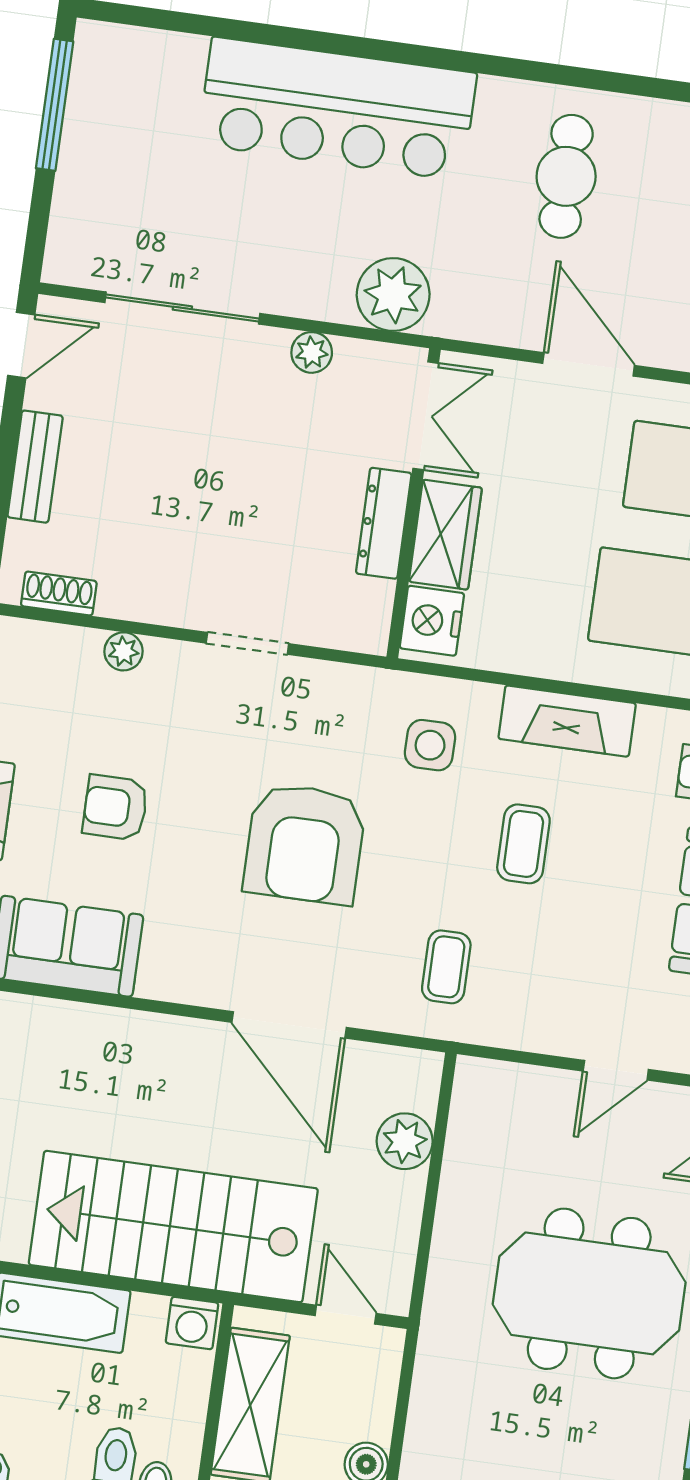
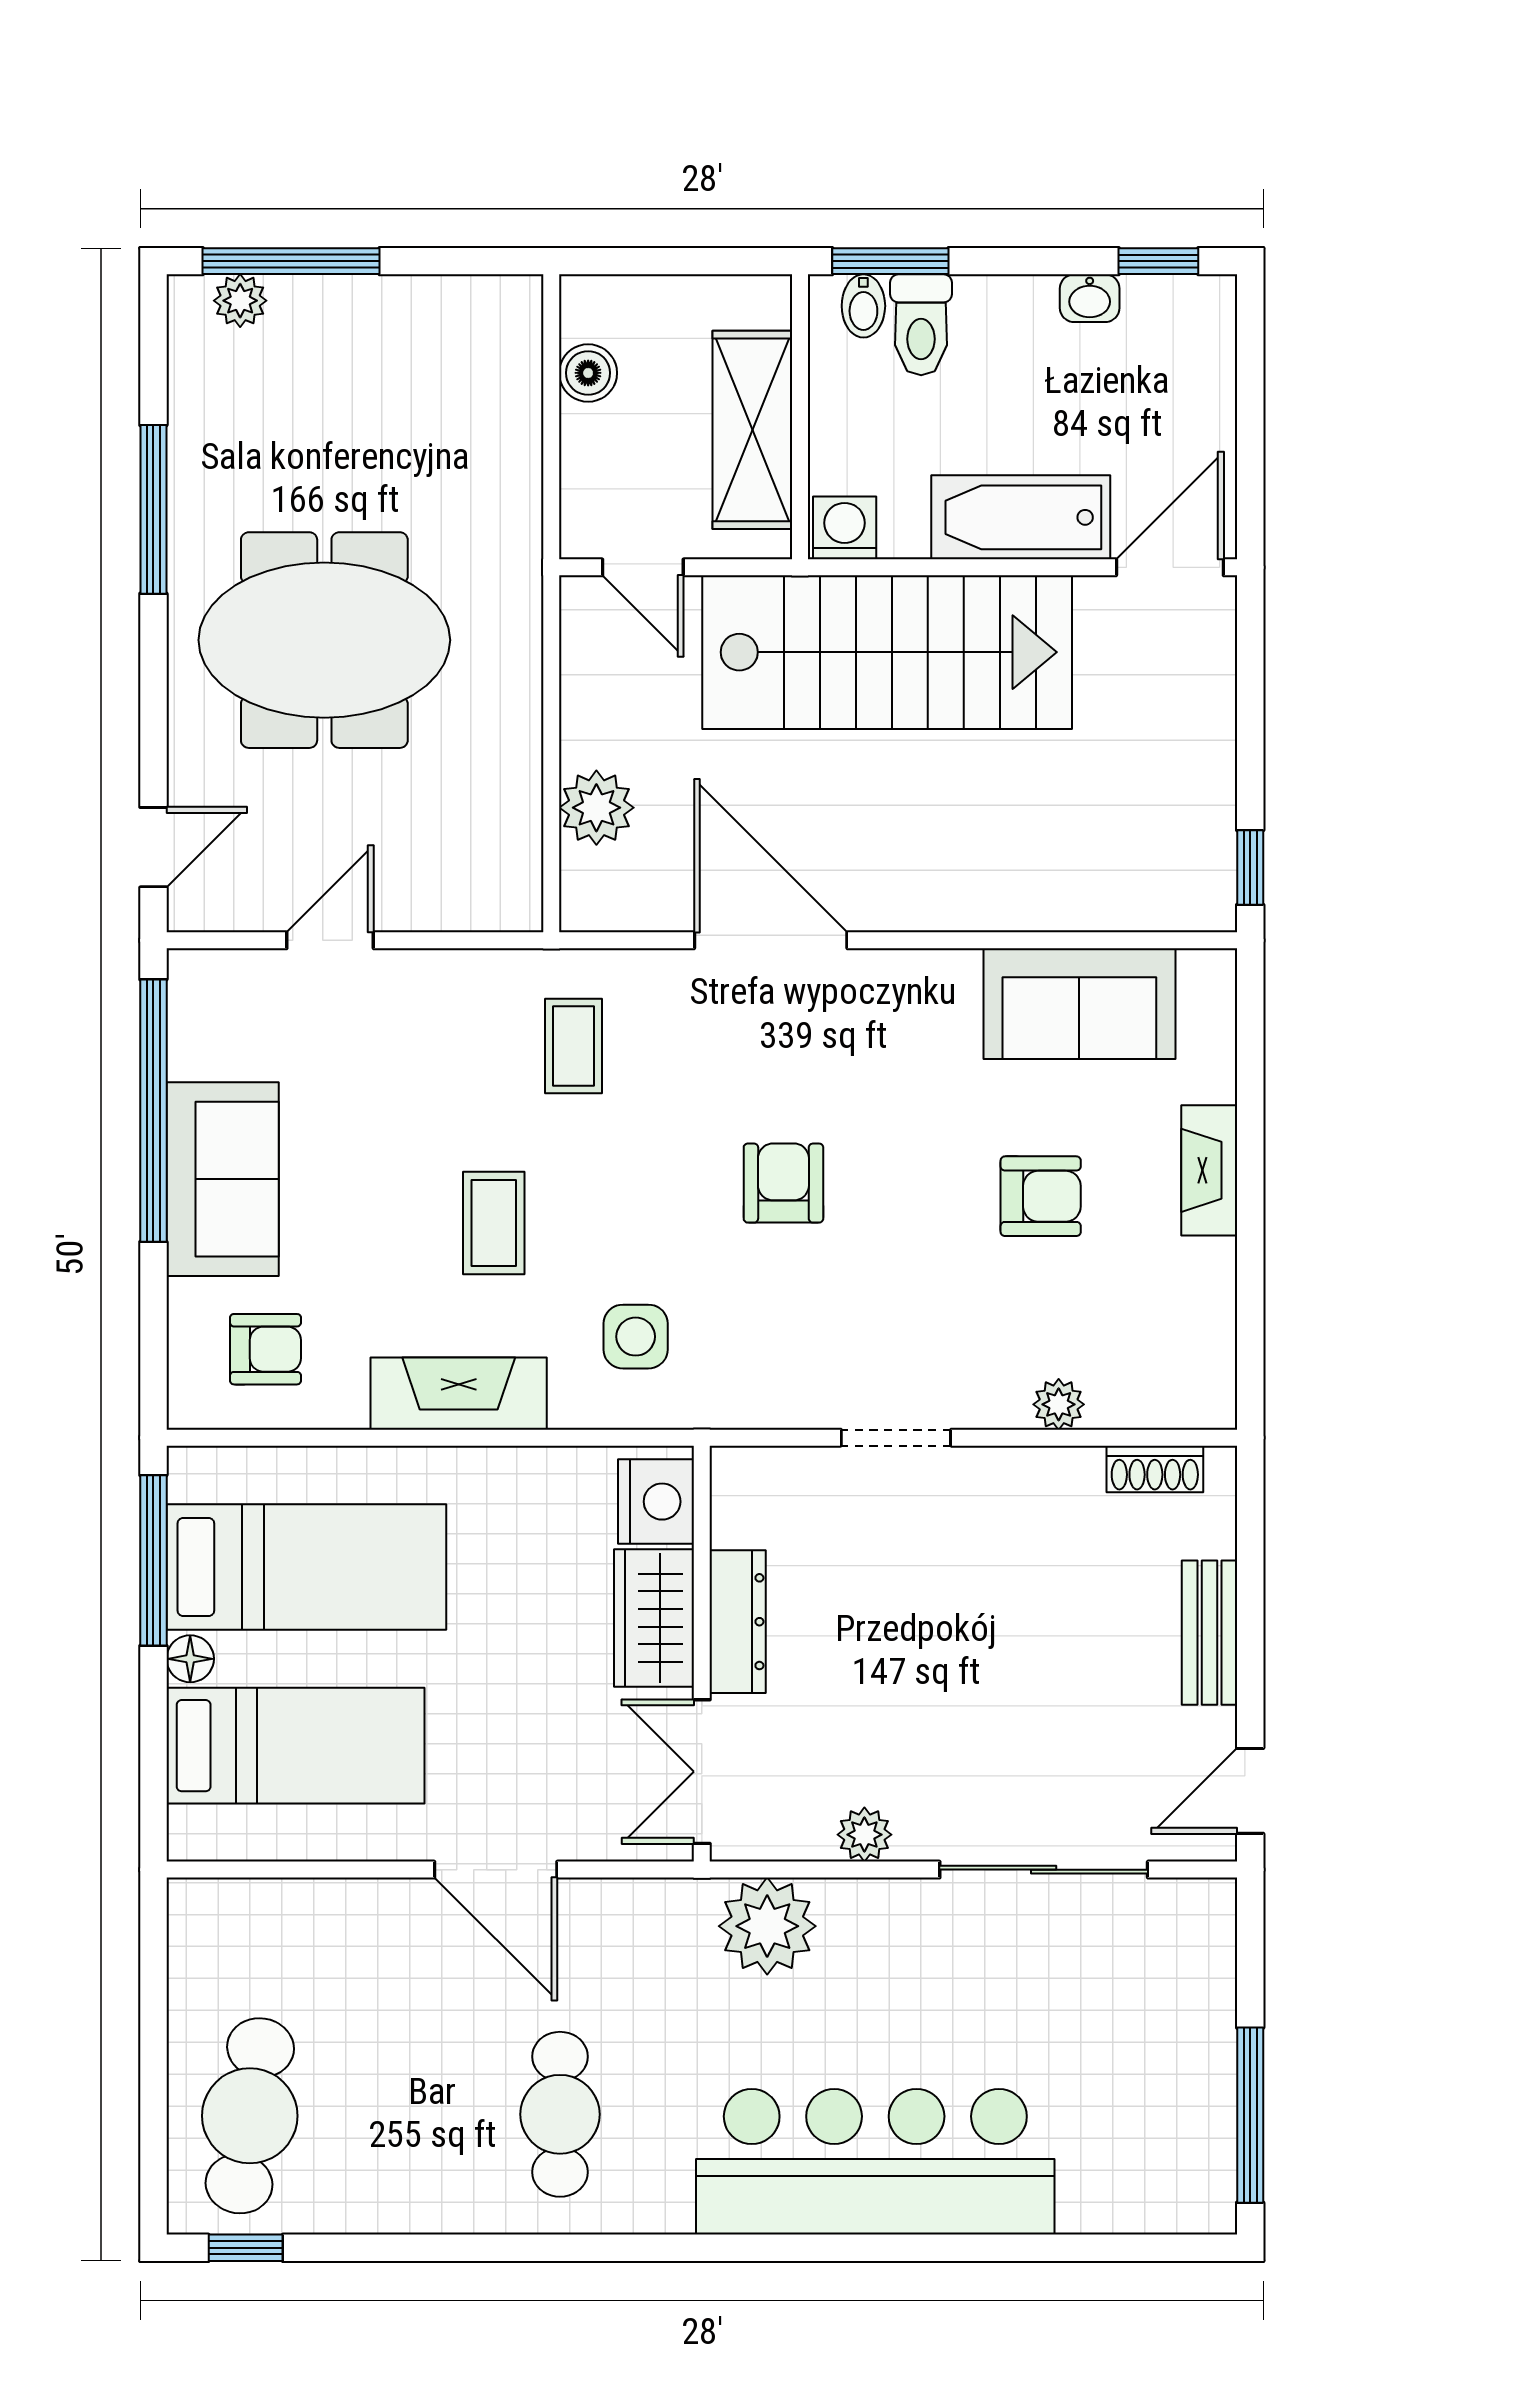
armchair: (305, 844) -> (783, 1183), width x0.53, depth x0.53

